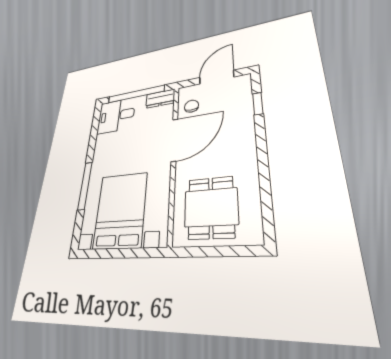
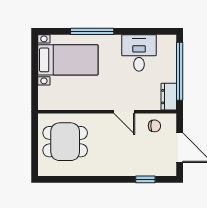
desk: (116, 116) -> (139, 53), moved
door: (174, 140) -> (124, 112), width x0.53
bed with nightstands: (120, 210) -> (68, 60), width x0.73

